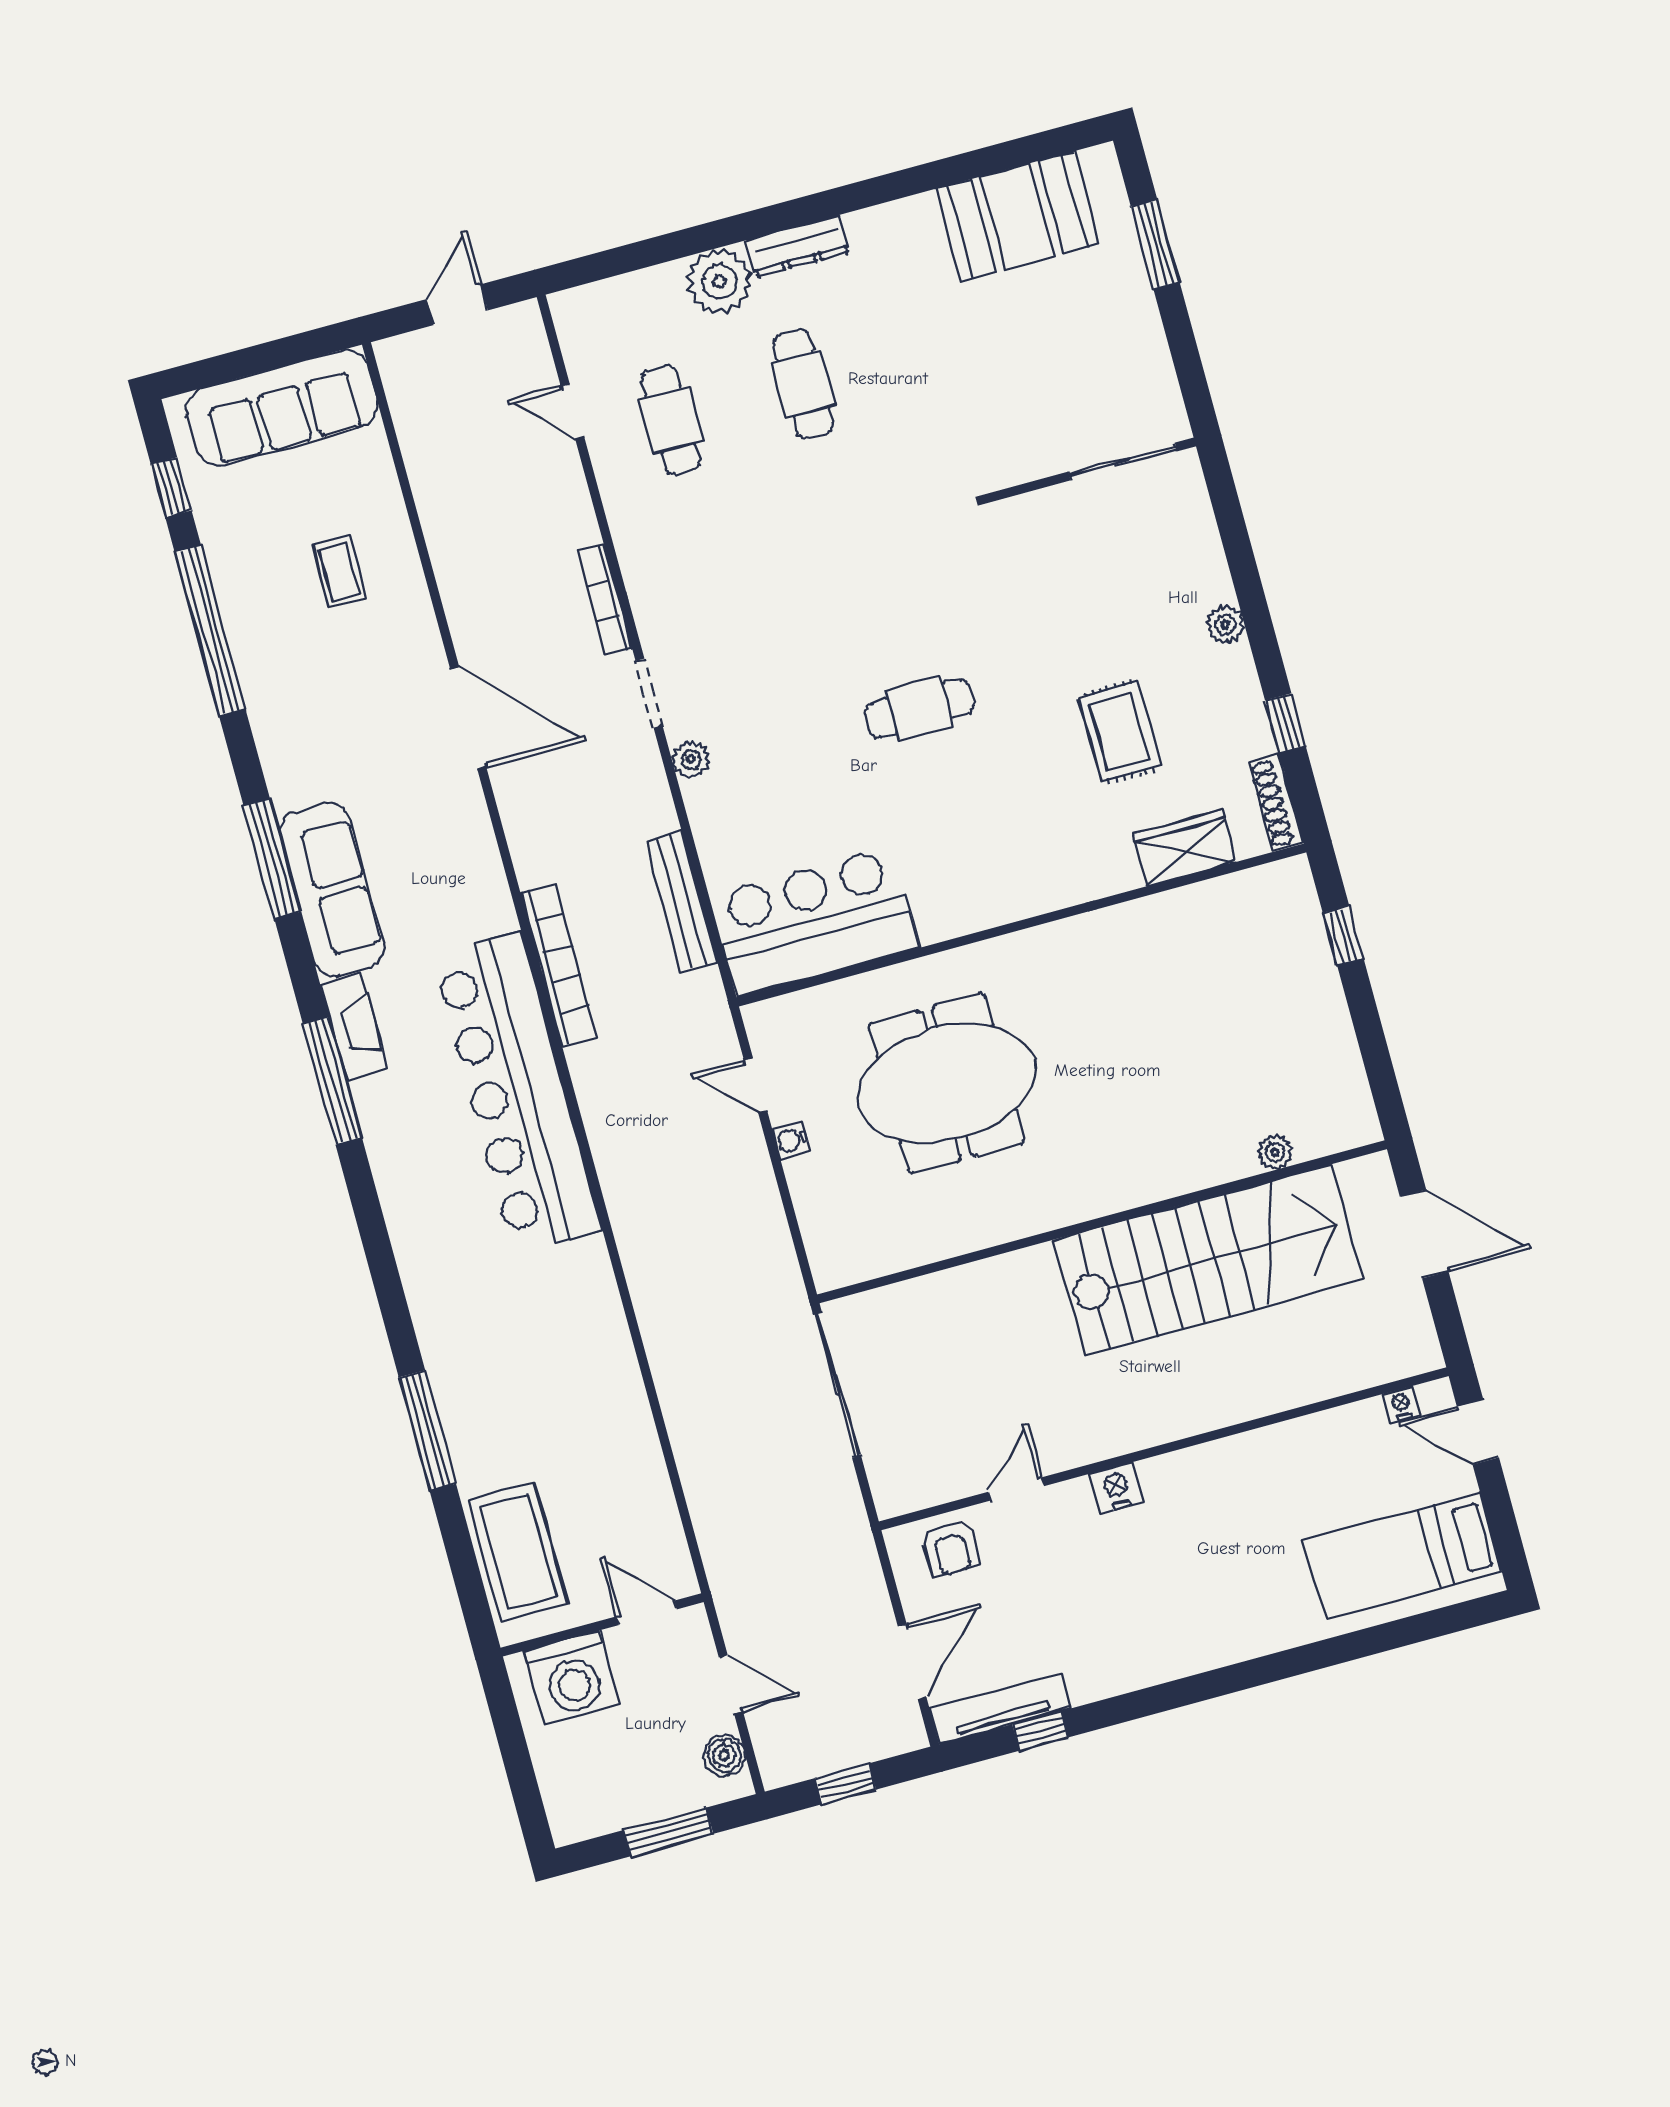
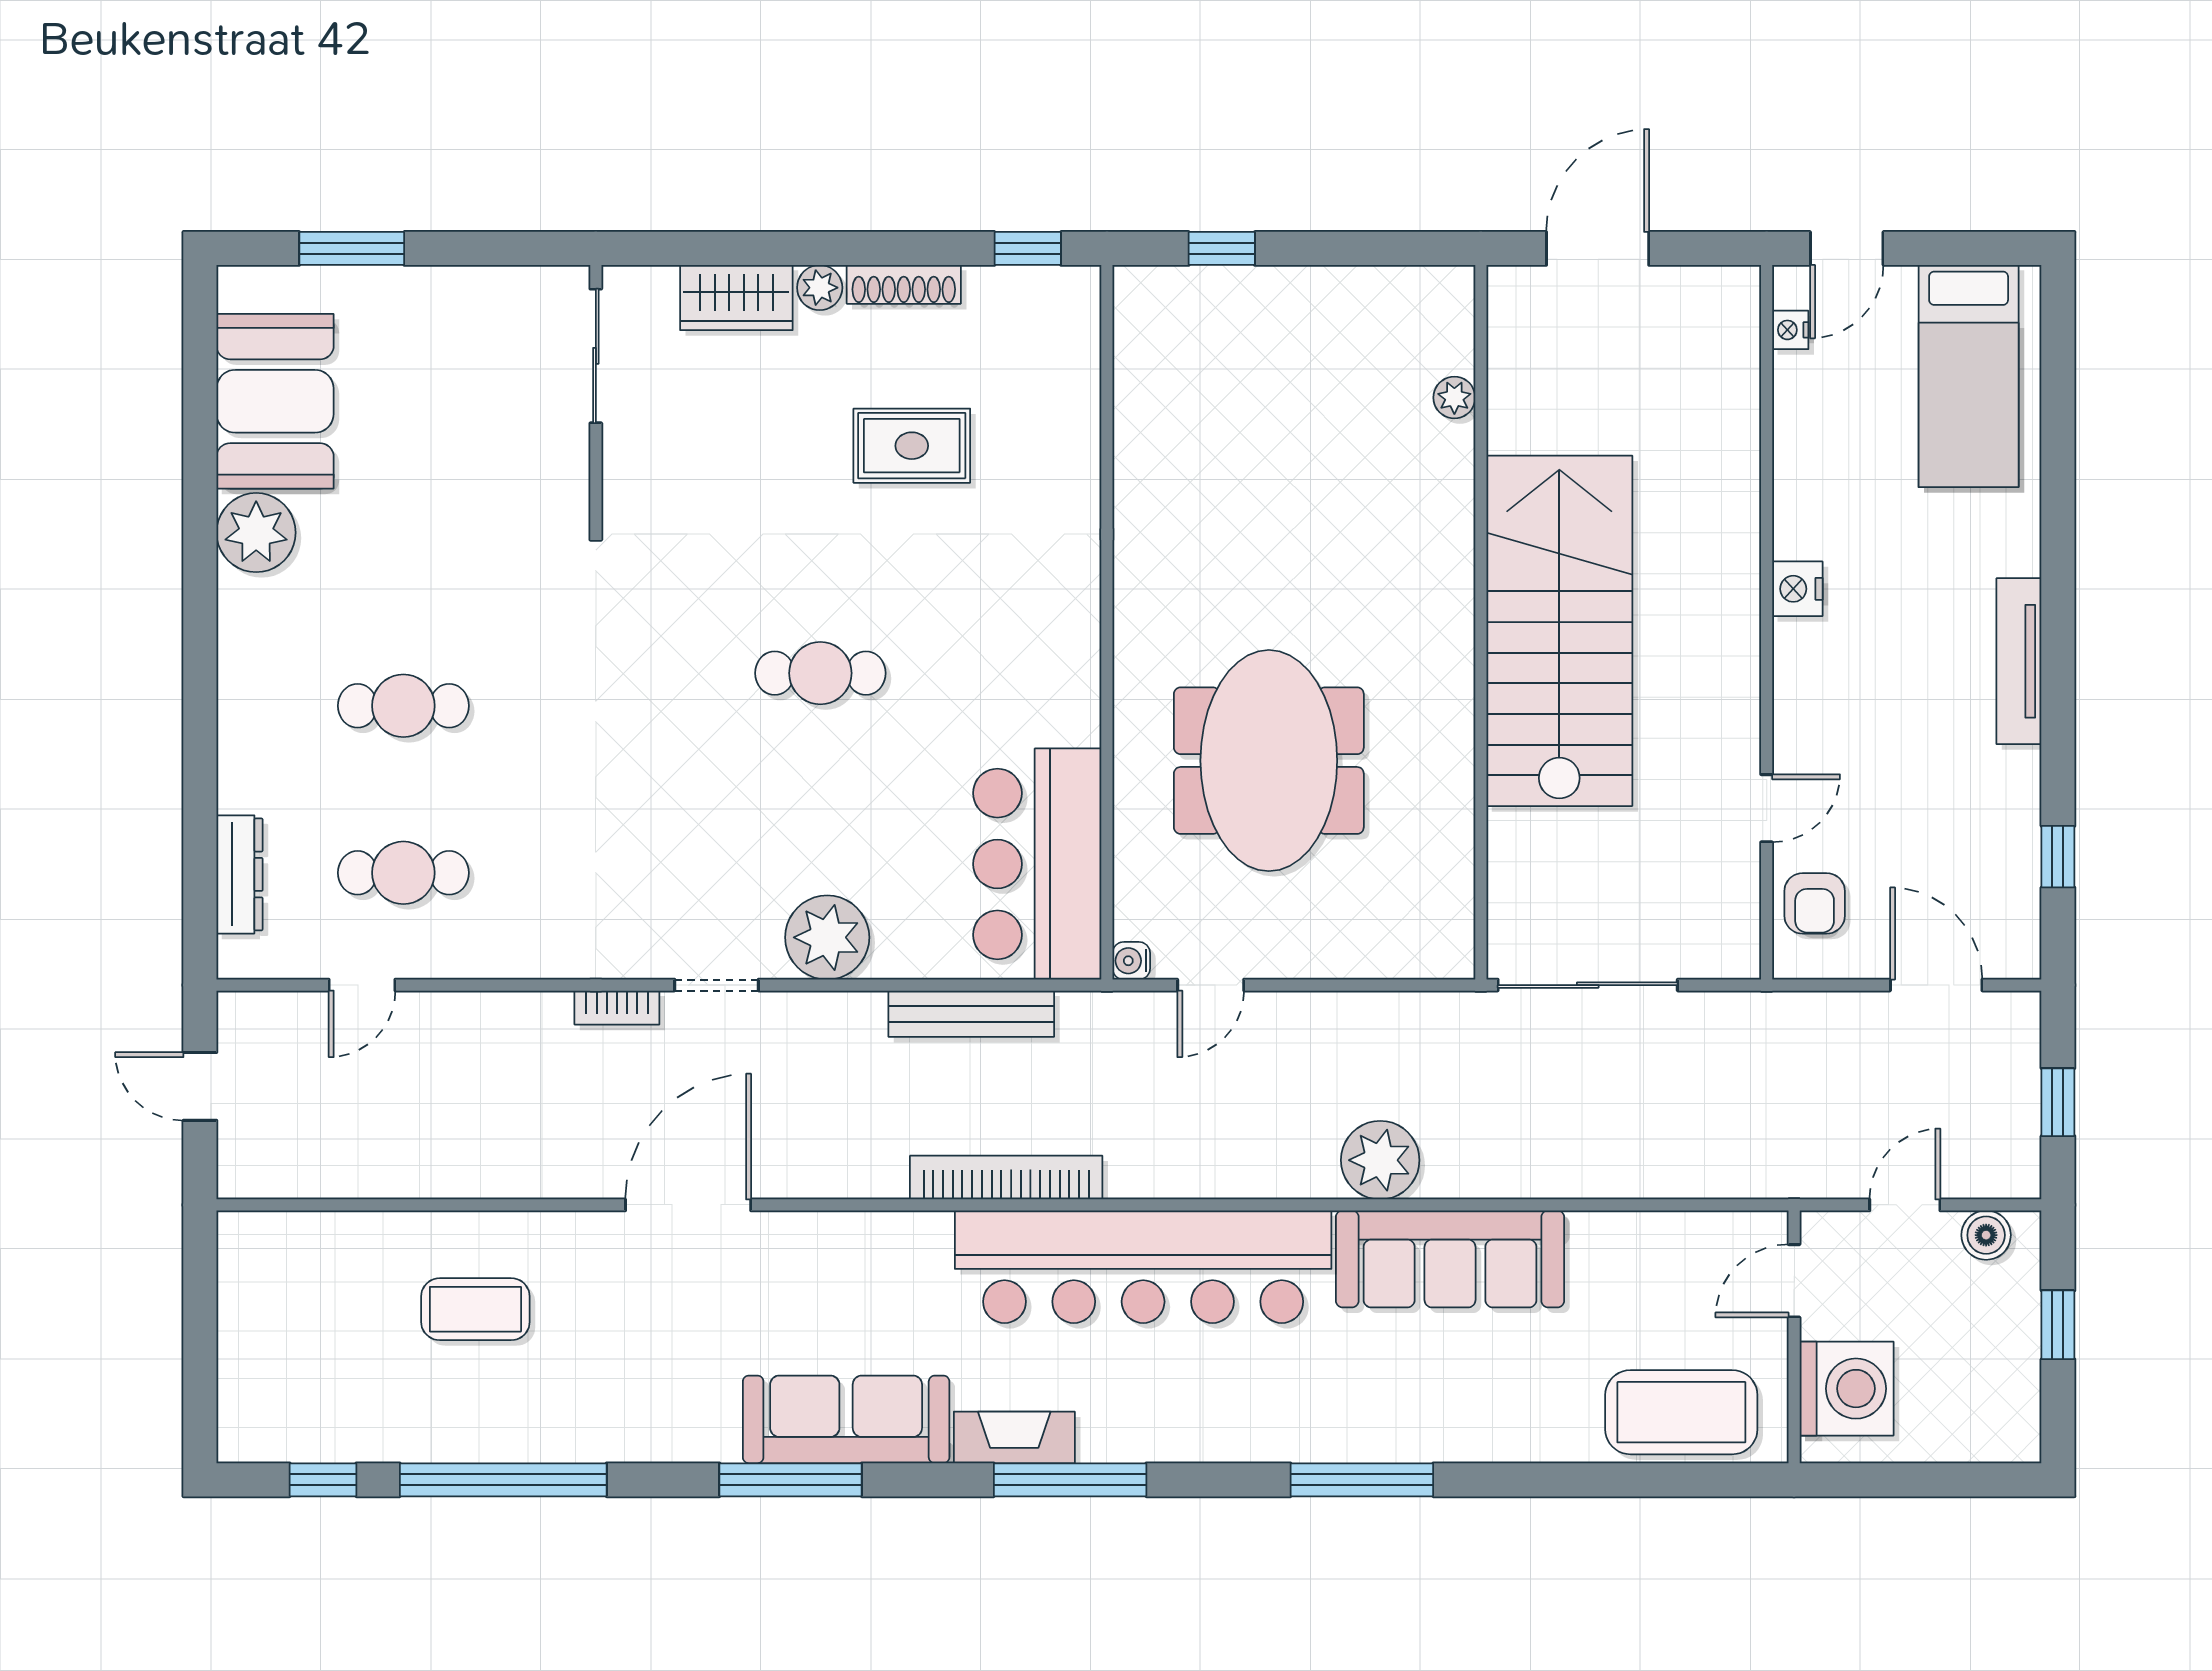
dresser: (798, 246) -> (240, 874), moved
plant: (719, 281) -> (256, 533), moved
sofa: (282, 408) -> (1450, 1259), moved, turned 90
coffee table: (340, 572) -> (475, 1309), width x1.36, depth x1.30
bookcase: (604, 600) -> (617, 1008), width x0.64
cafe table: (919, 708) -> (820, 673), turned 90
window: (1285, 723) -> (1028, 248), moved
plant: (691, 759) -> (827, 937), width x1.88, depth x1.88
shoe rack: (1276, 802) -> (904, 284), moved
wardrobe: (1185, 848) -> (736, 298), moved, turned -90
water cooler: (791, 1140) -> (1131, 961), moved, turned 90
plant: (653, 1258) -> (1380, 1160), added
stairs: (1208, 1260) -> (1559, 631), moved
window: (427, 1430) -> (1362, 1480), moved
nightstand: (1117, 1488) -> (1797, 589), moved
door: (1016, 1489) -> (1767, 808), swing flipped
armchair: (951, 1548) -> (1815, 903), turned 90
tv unit: (1000, 1708) -> (2019, 661), moved
window: (669, 1832) -> (2058, 1325), width x0.67

